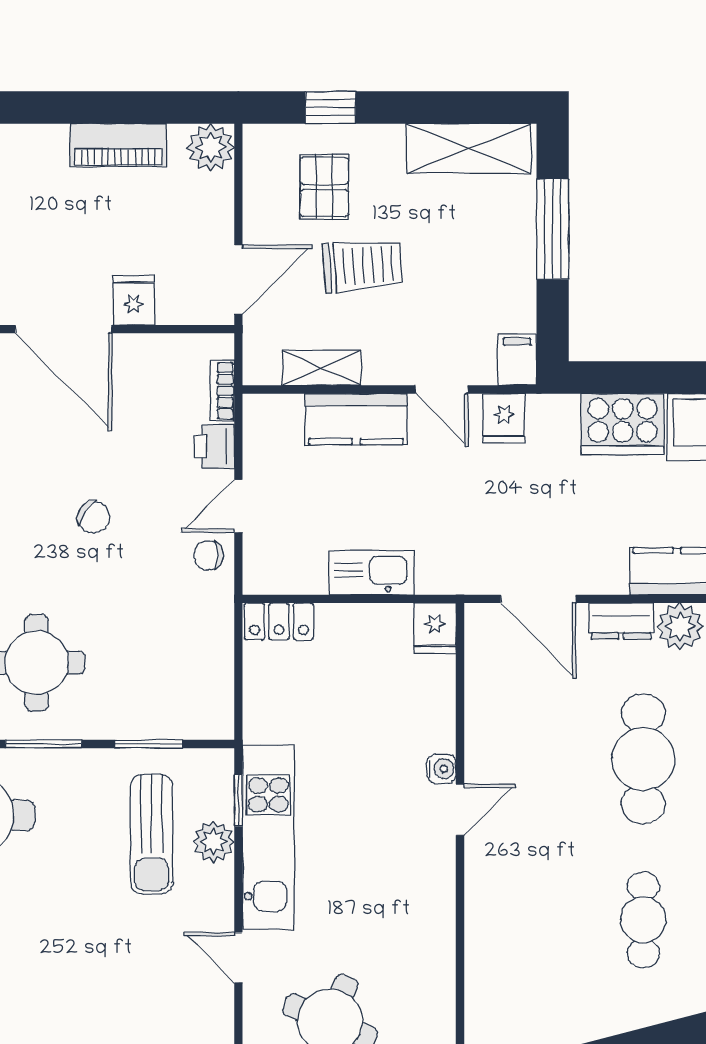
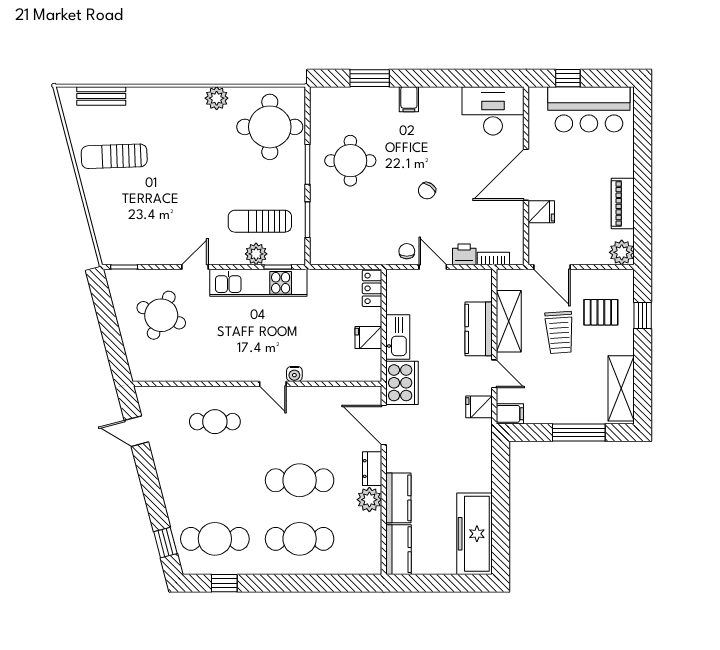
shelving: (322, 368) -> (509, 321), width x1.50, depth x1.33
door: (442, 390) -> (494, 374), swing flipped
cooker: (623, 424) -> (402, 383), moved, turned 180
door: (538, 599) -> (384, 425), hinge flipped
fridge: (435, 628) -> (368, 337), moved
cafe table: (643, 920) -> (215, 422), moved

